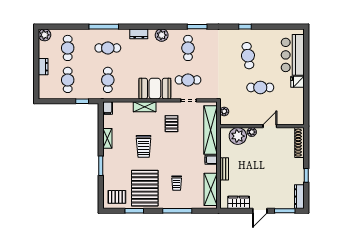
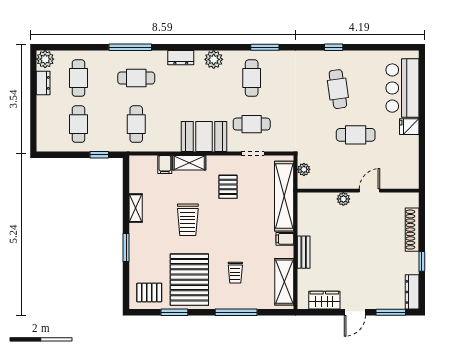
dresser: (43, 67) -> (43, 83), moved
filing cabinet: (108, 108) -> (165, 165), moved
plant: (238, 136) -> (323, 205), removed
shoe rack: (299, 143) -> (412, 230), moved

